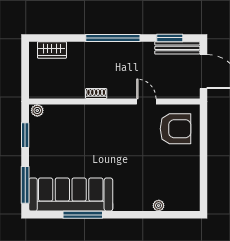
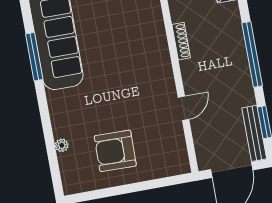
shoe rack: (96, 94) -> (181, 41), width x1.43
armchair: (176, 129) -> (115, 151), moved, turned 91

